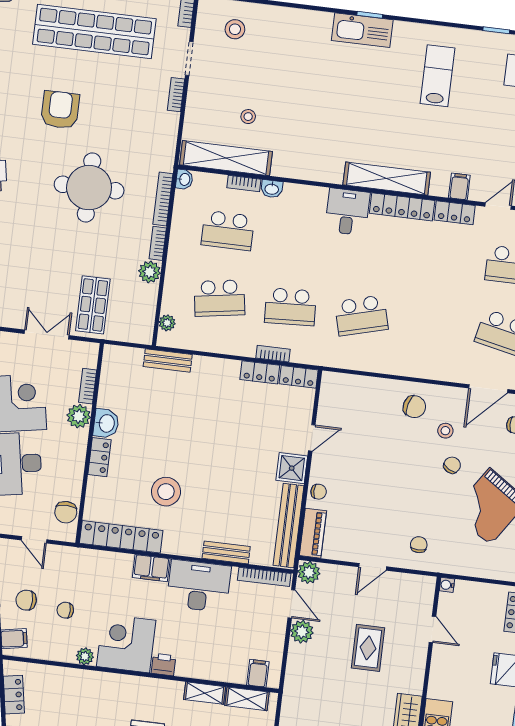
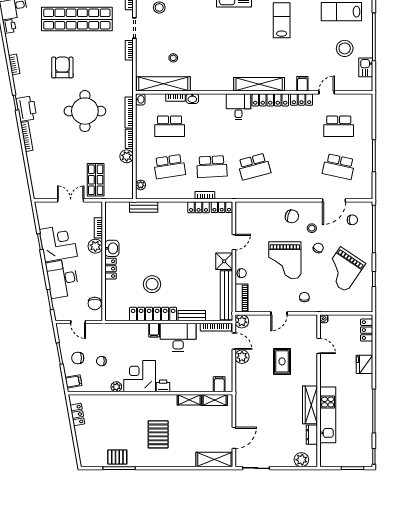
grand piano: (394, 479) -> (285, 260), added
locker: (121, 537) -> (153, 314), moved
filing cabinet: (151, 568) -> (154, 330), width x0.50

